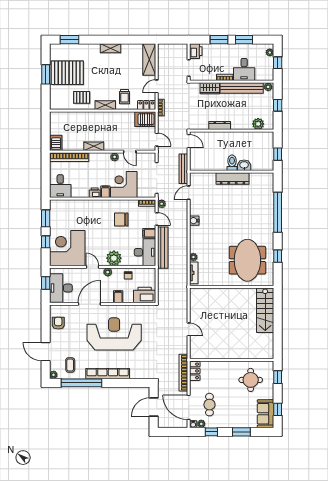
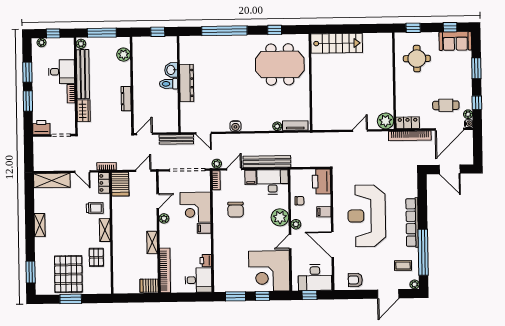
window: (278, 105) -> (102, 33), width x2.17
printer: (95, 193) -> (206, 261), moved
plant: (197, 352) -> (386, 121), added

